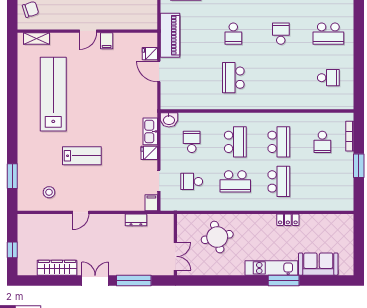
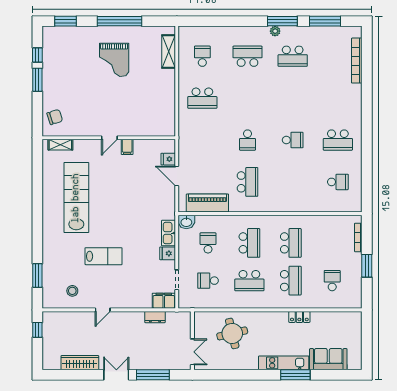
school desk: (281, 34) -> (293, 140), turned 90
piano: (170, 35) -> (207, 203), moved, turned -90
school desk: (233, 78) -> (248, 182), turned 180
school desk: (322, 142) -> (332, 281), moved, turned 180
filing cabinet: (151, 203) -> (164, 301), width x2.00
window: (12, 250) -> (37, 330), moved

